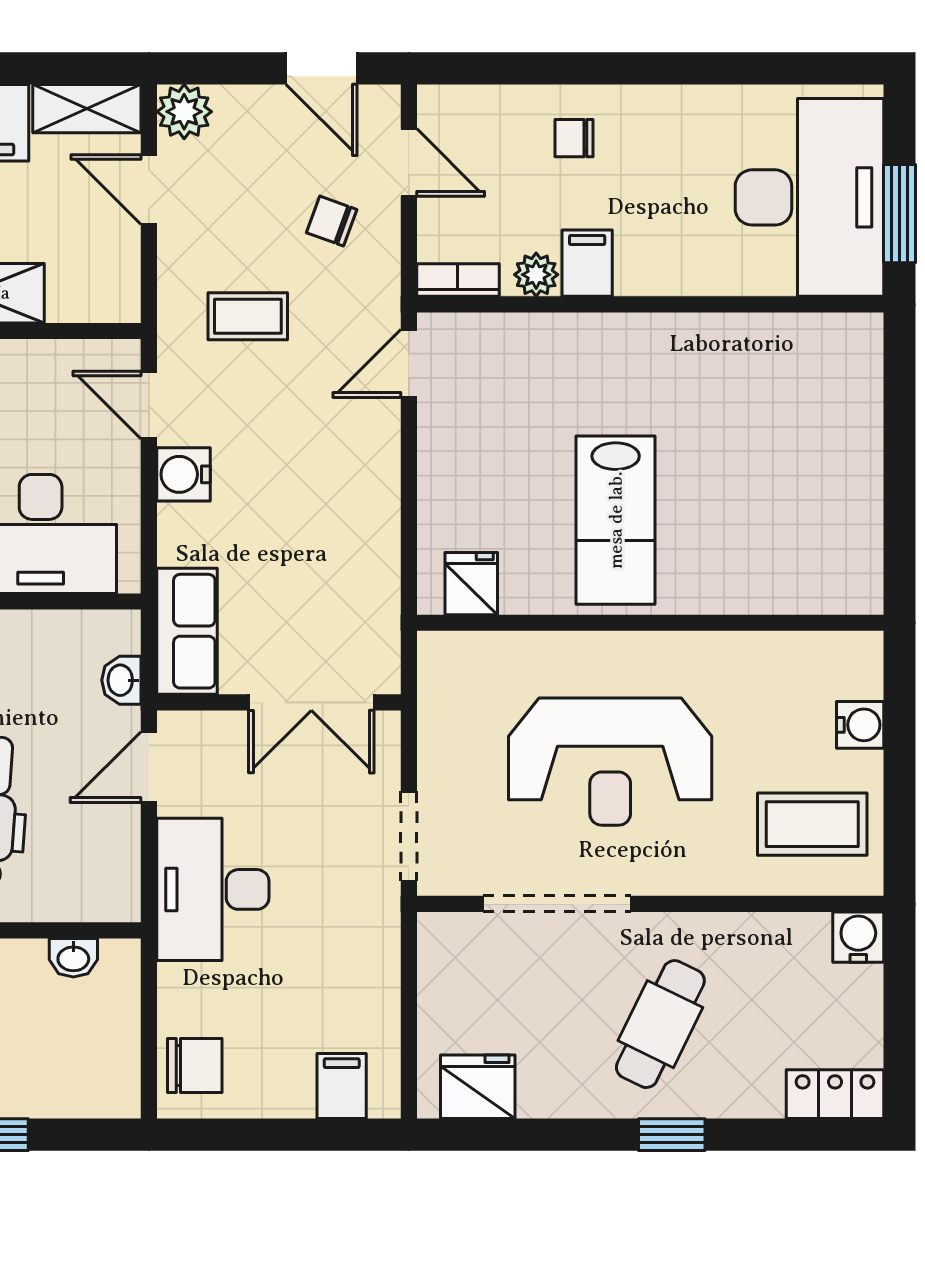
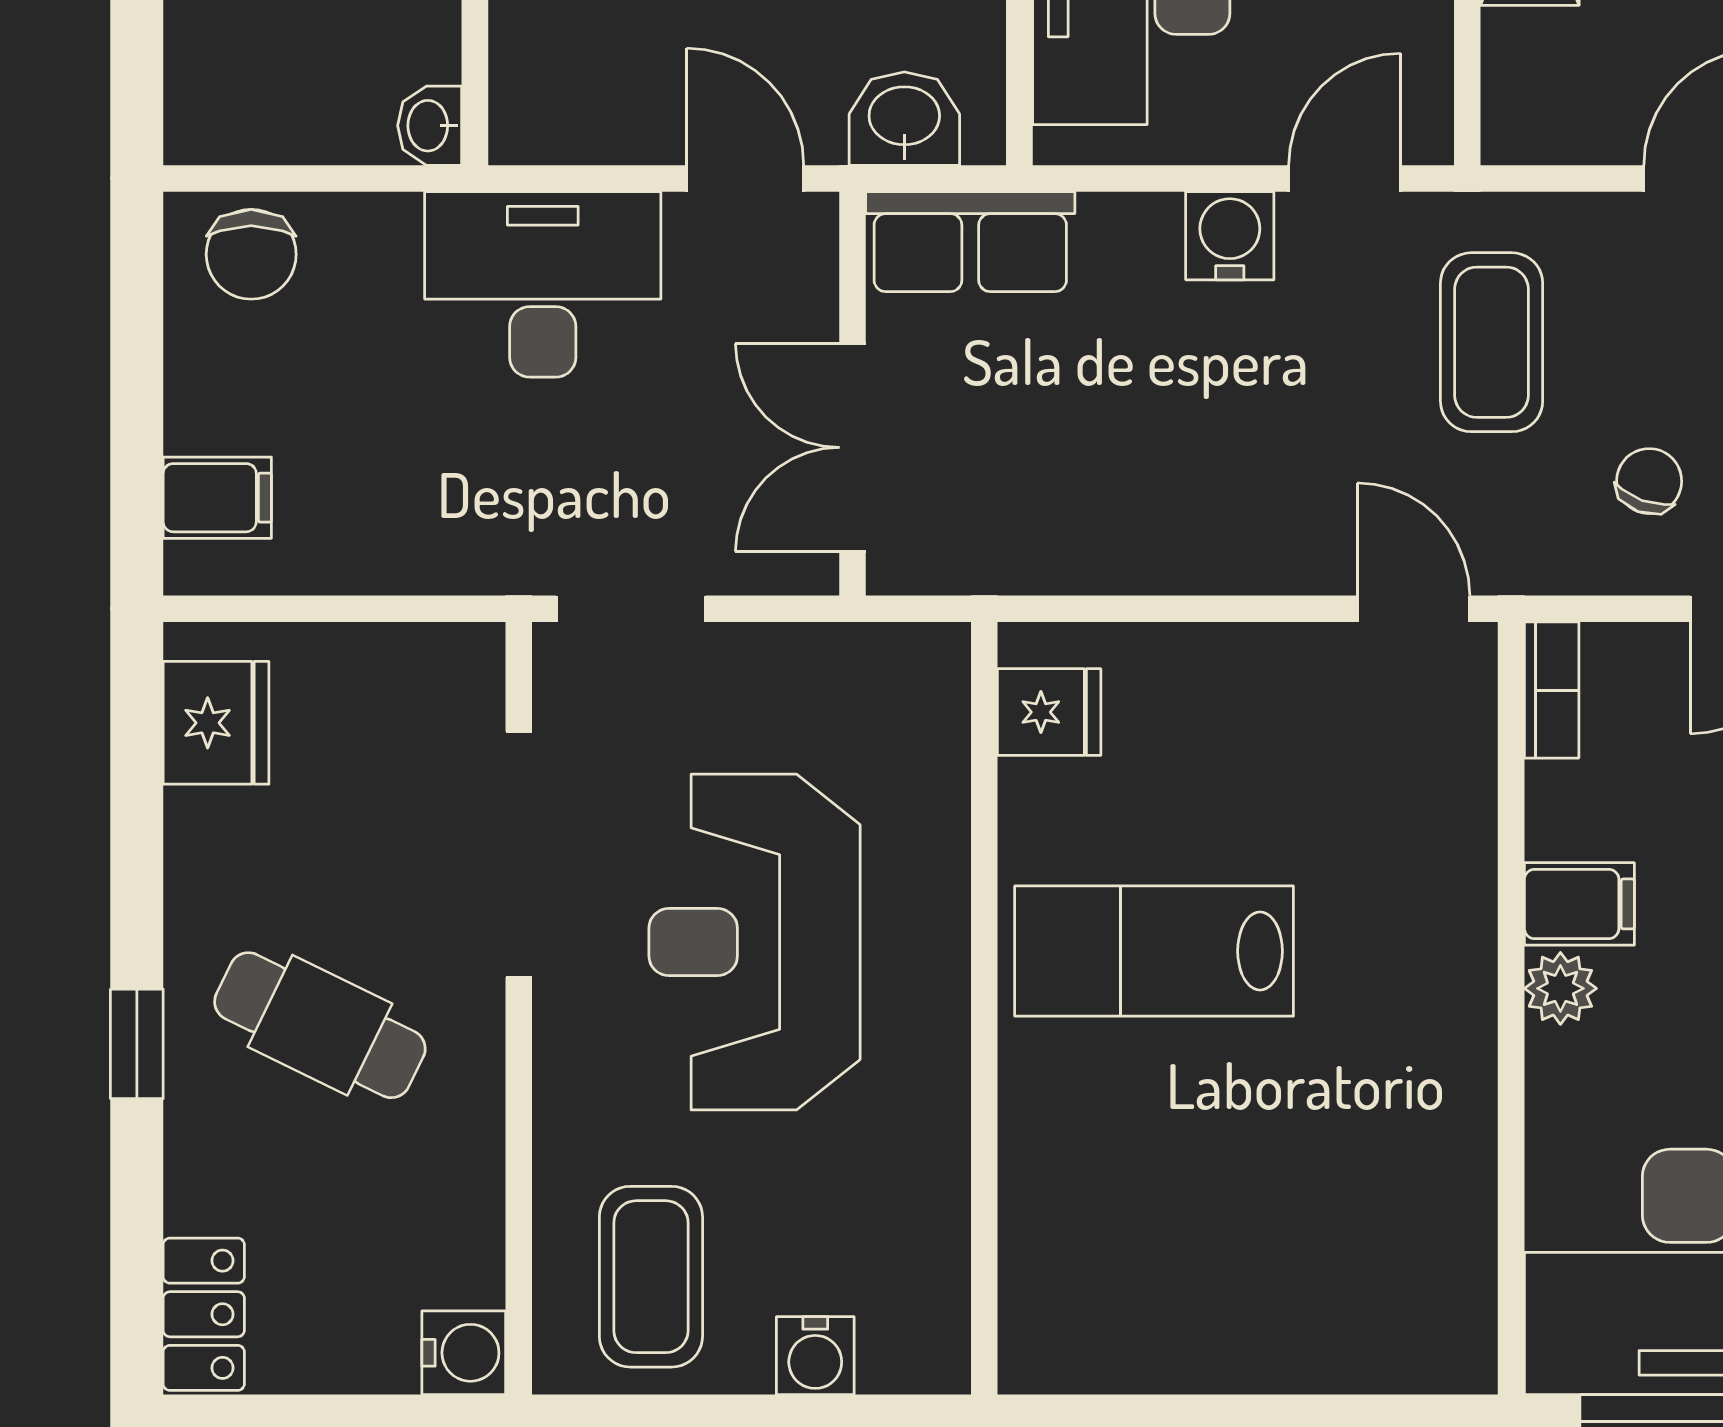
plant: (536, 275) -> (1560, 988), moved
coffee table: (248, 316) -> (1492, 342), width x1.36, depth x1.30
washbasin: (121, 680) -> (904, 119), width x1.38, depth x1.45
washbasin: (73, 958) -> (430, 126), moved

